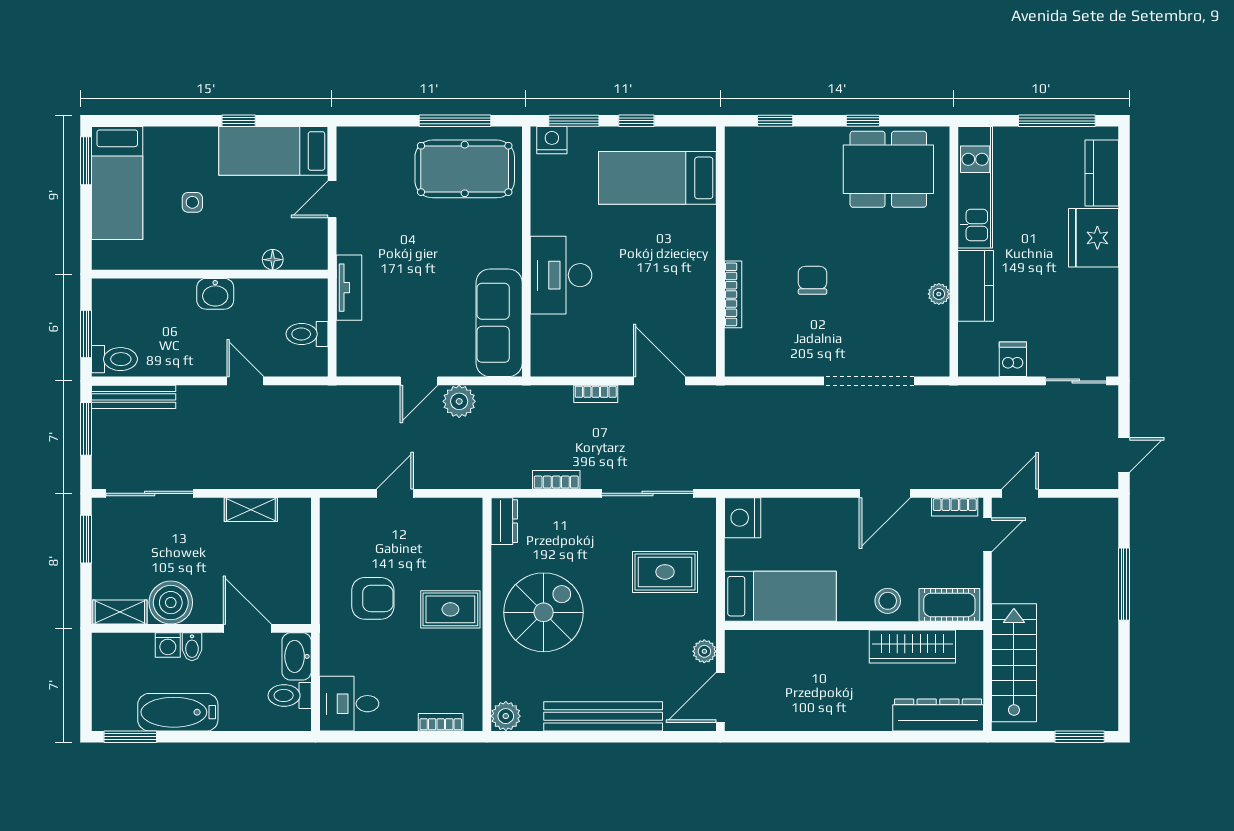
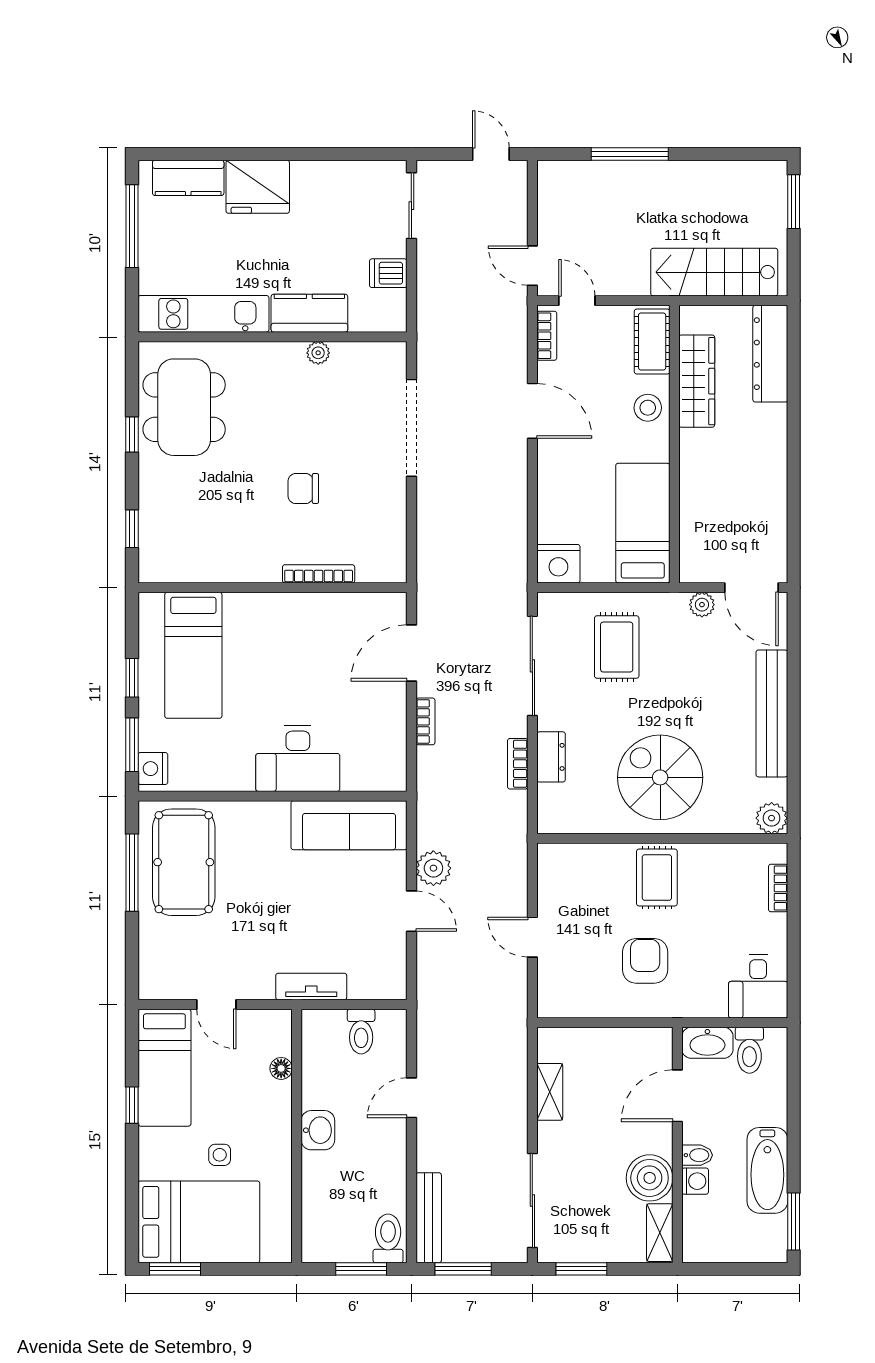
bed: (117, 183) -> (199, 1222), width x1.50
dresser: (504, 521) -> (551, 757), moved, turned 90

